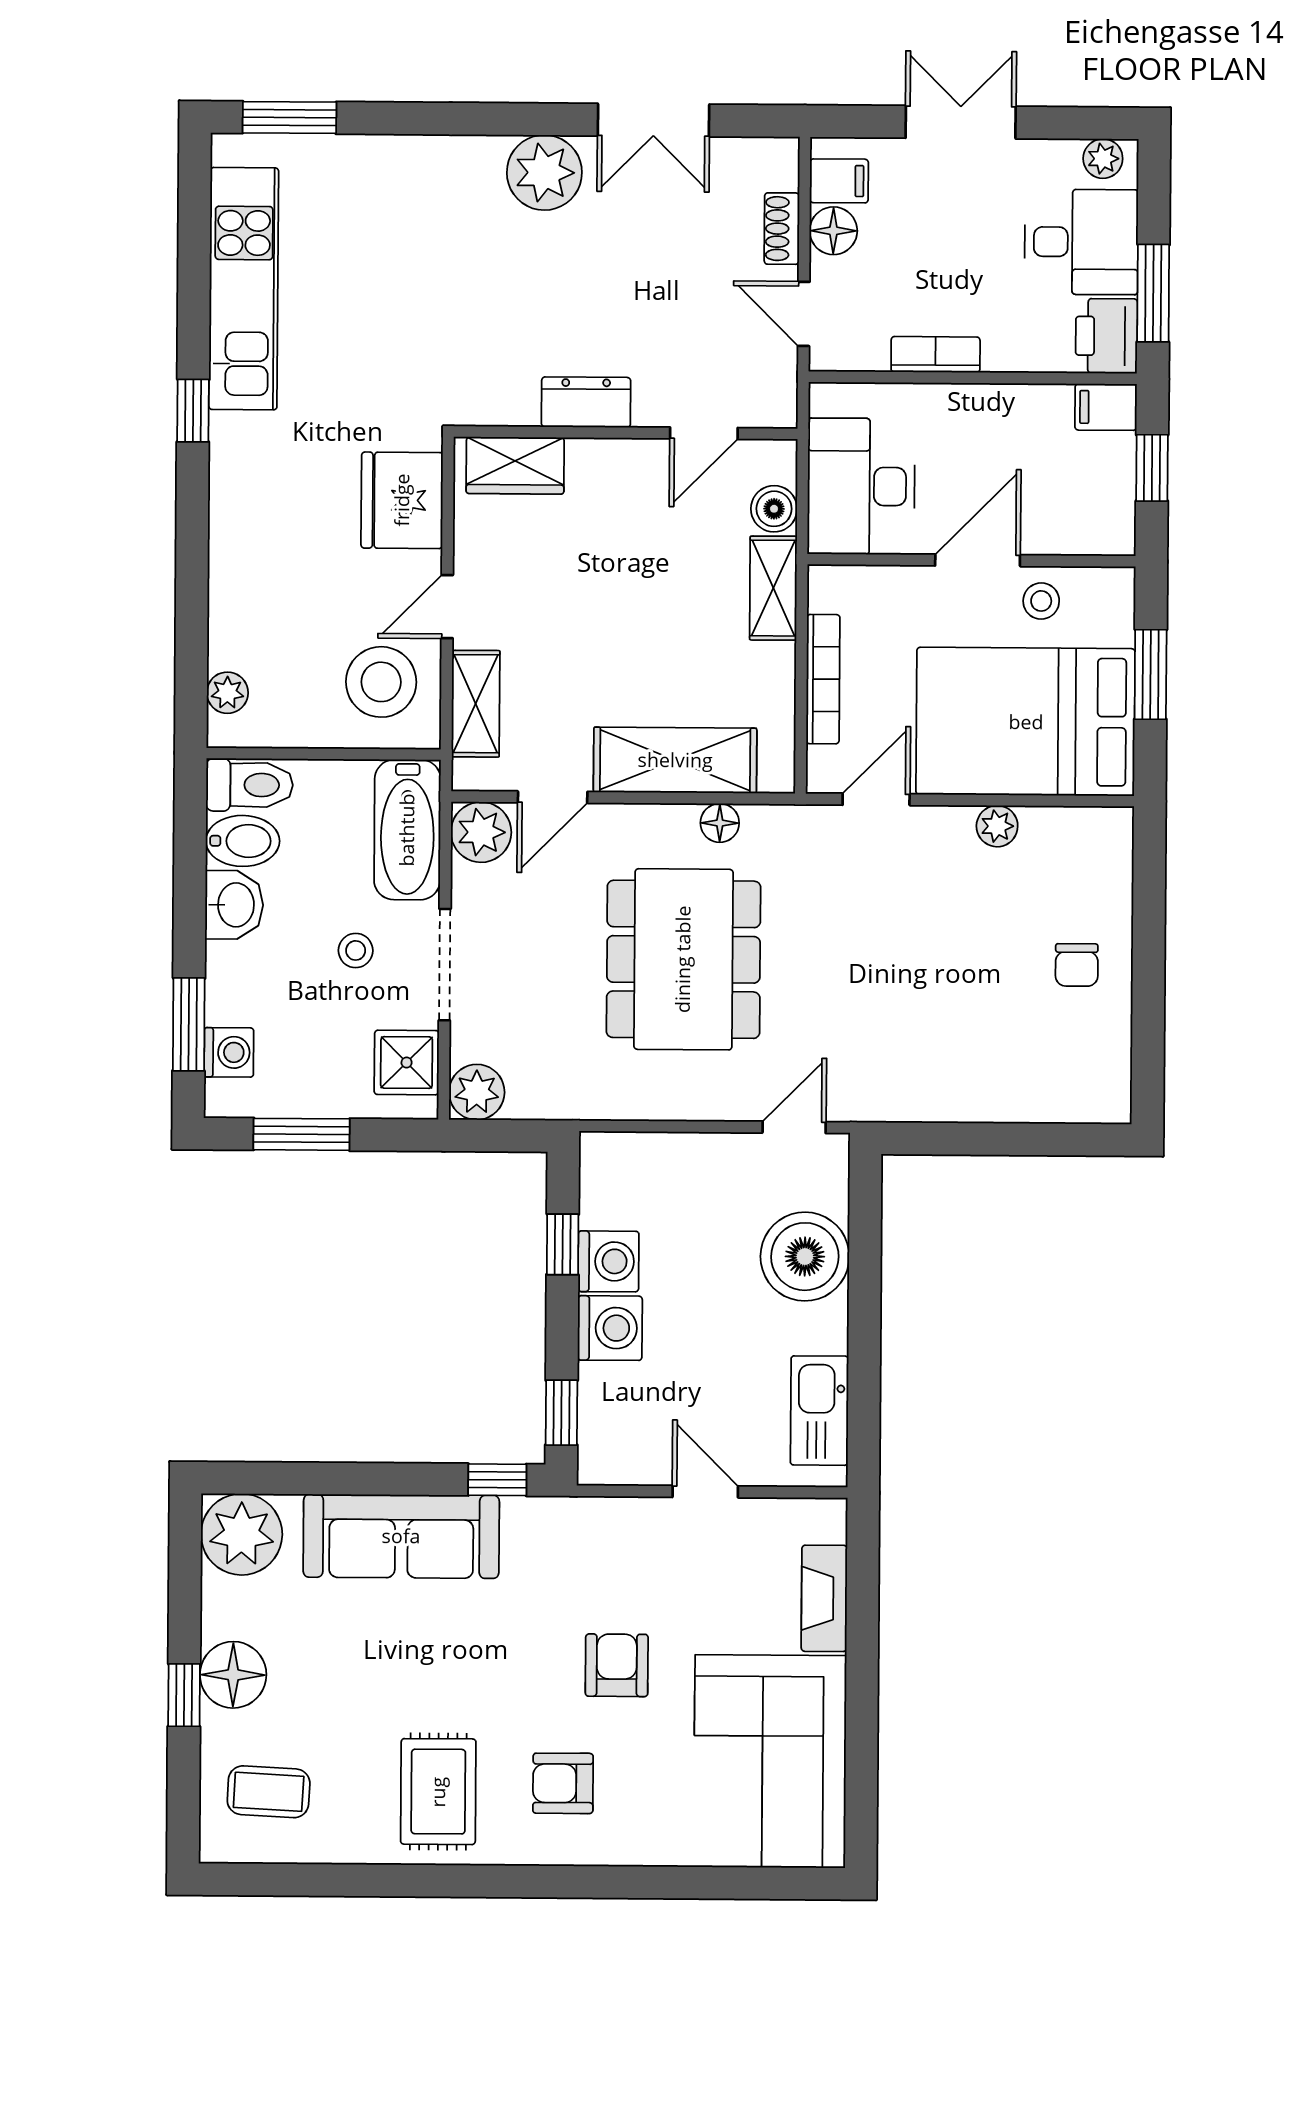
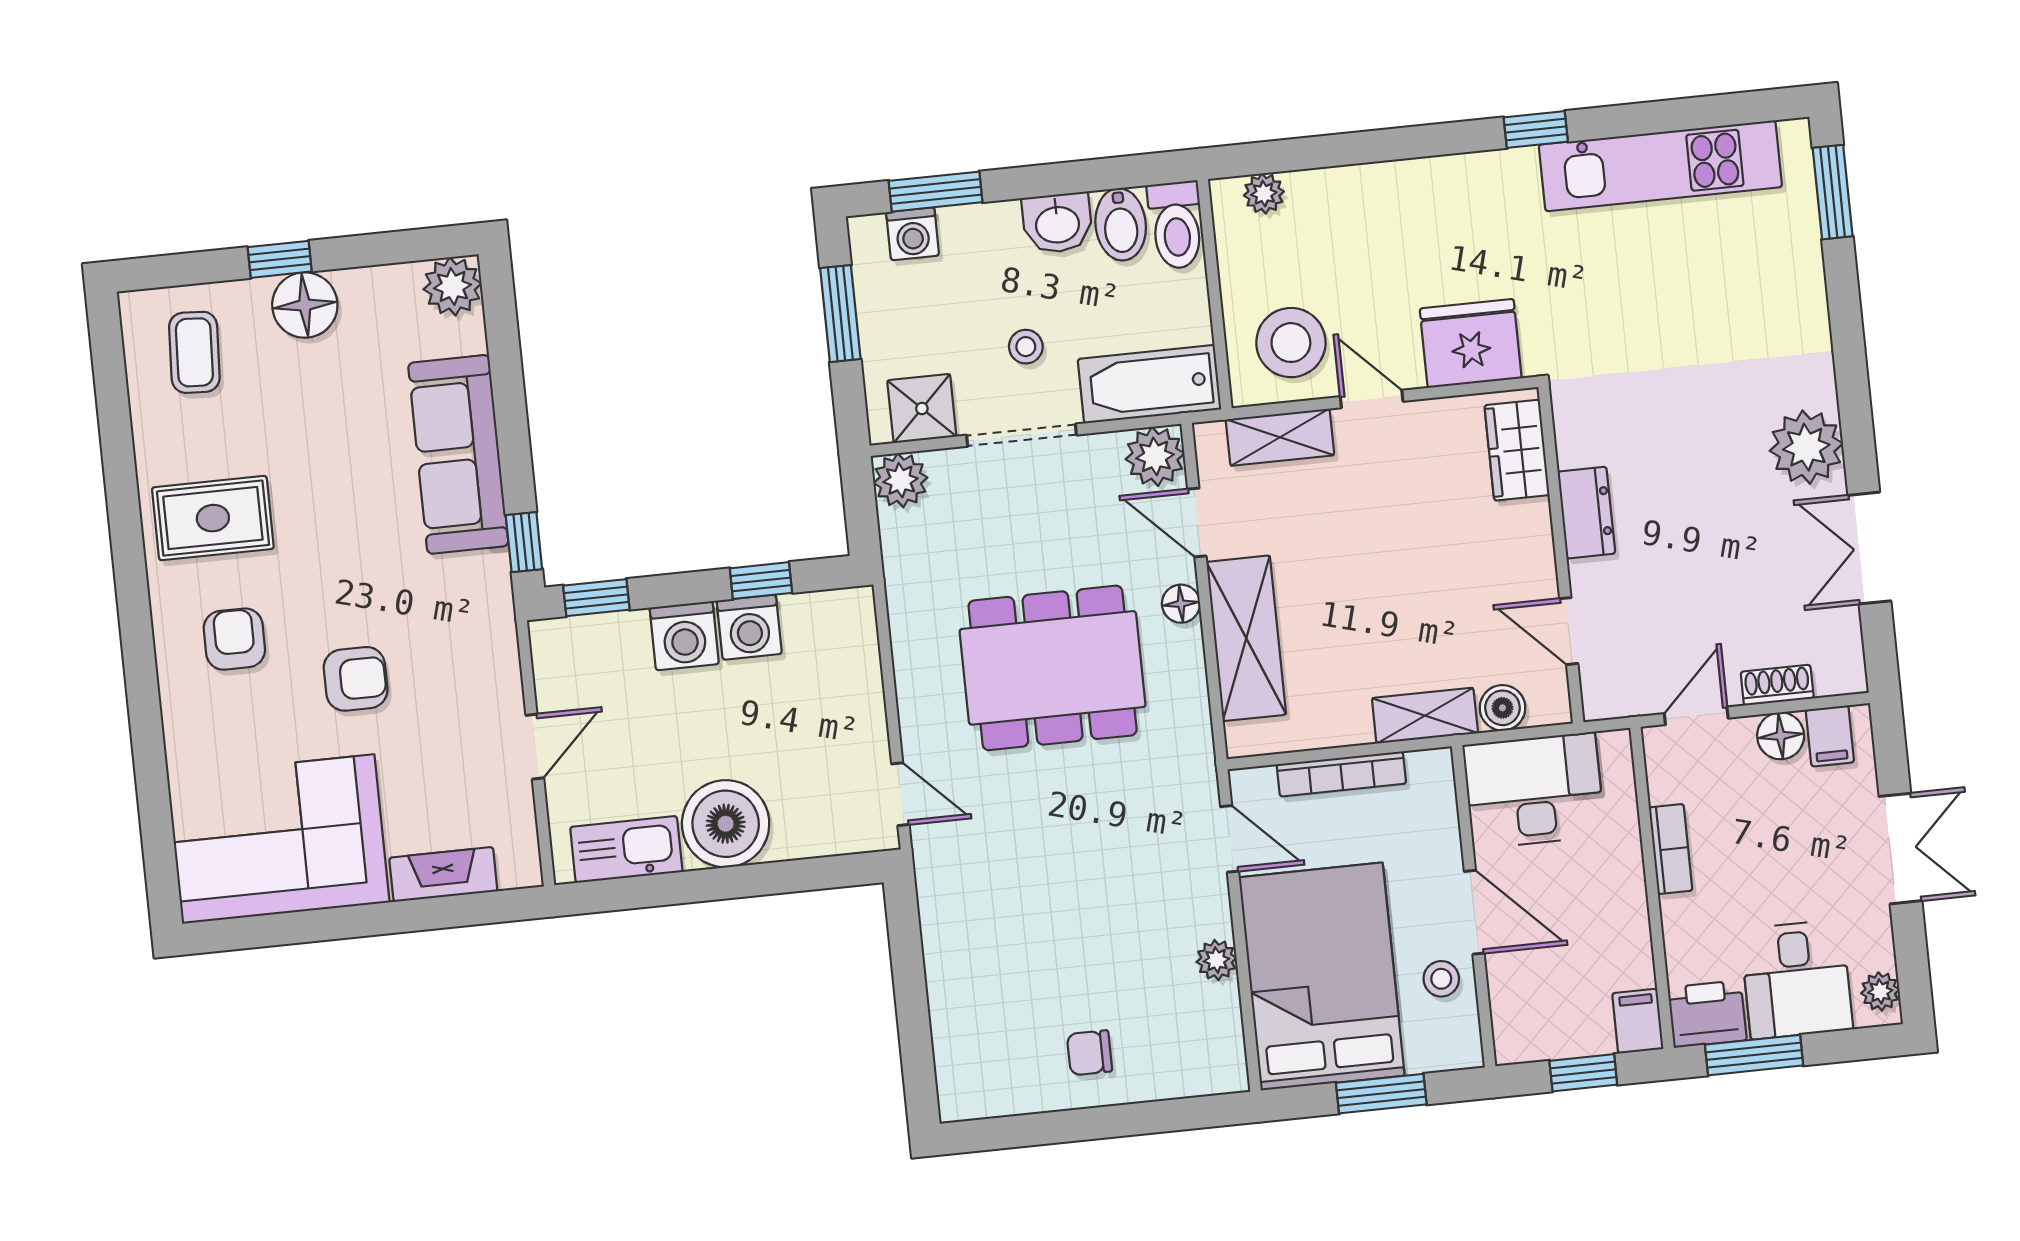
floor lamp: (720, 823) -> (1181, 604), moved
boiler: (805, 1257) -> (726, 824), moved
plant: (242, 1534) -> (453, 286), width x0.73, depth x0.73

